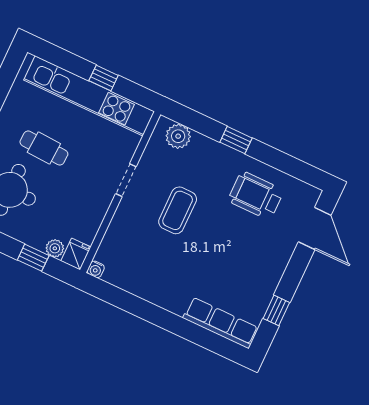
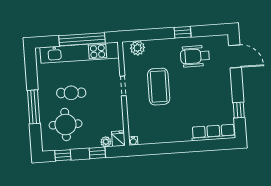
window: (104, 78) -> (82, 39), width x3.17
window: (236, 140) -> (183, 32), moved
coffee table: (178, 210) -> (159, 87), width x1.36, depth x1.32

